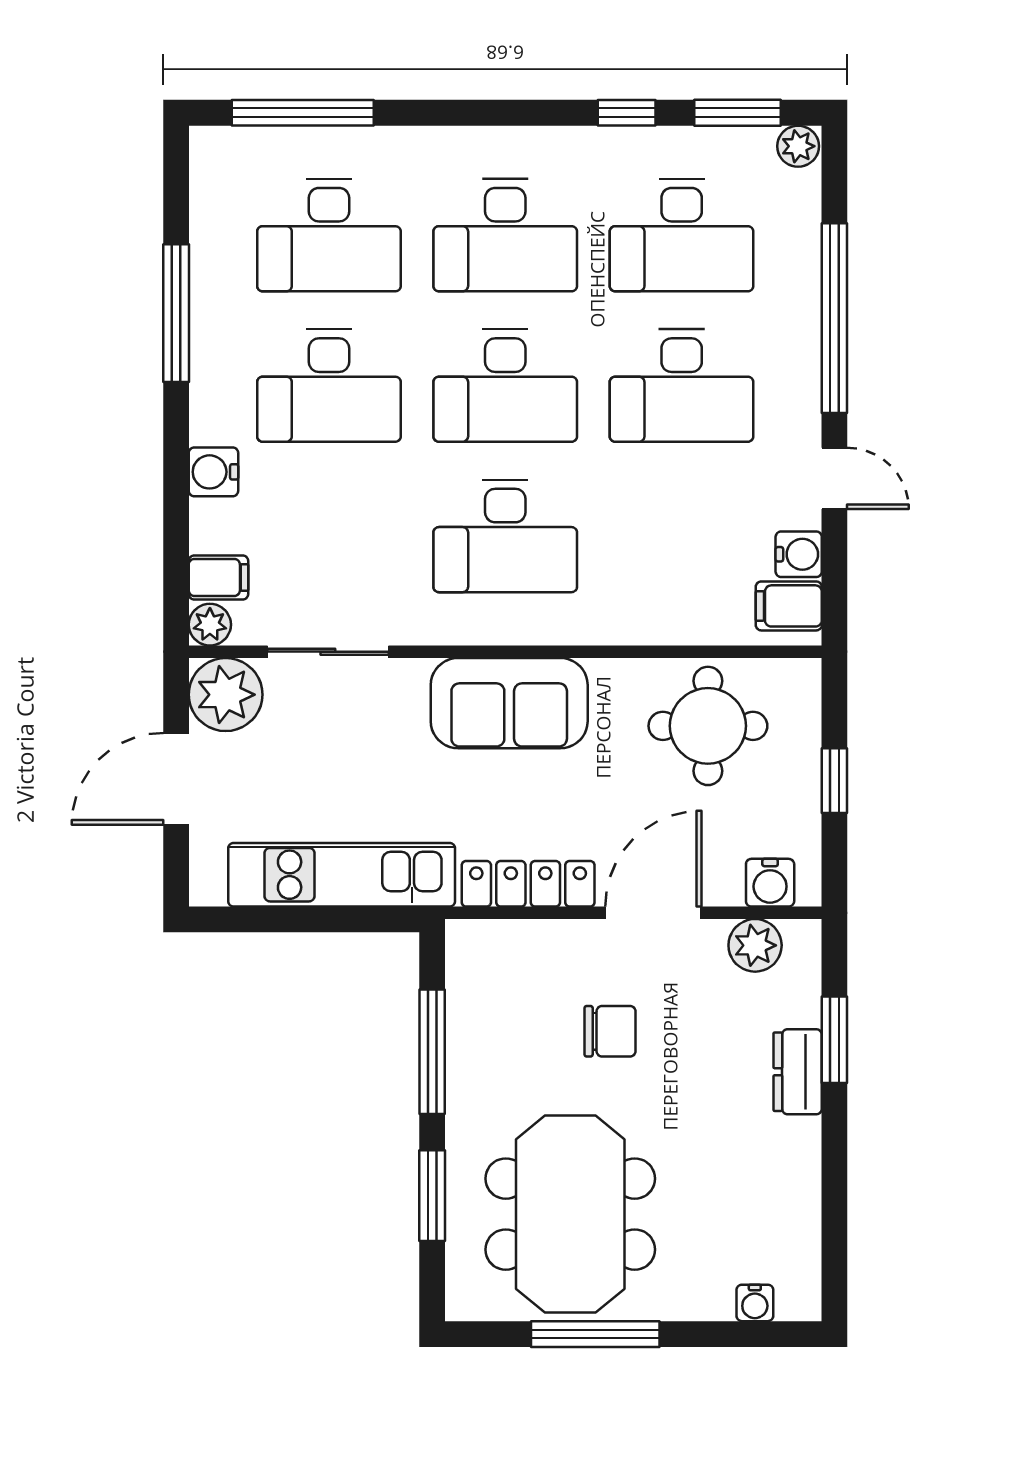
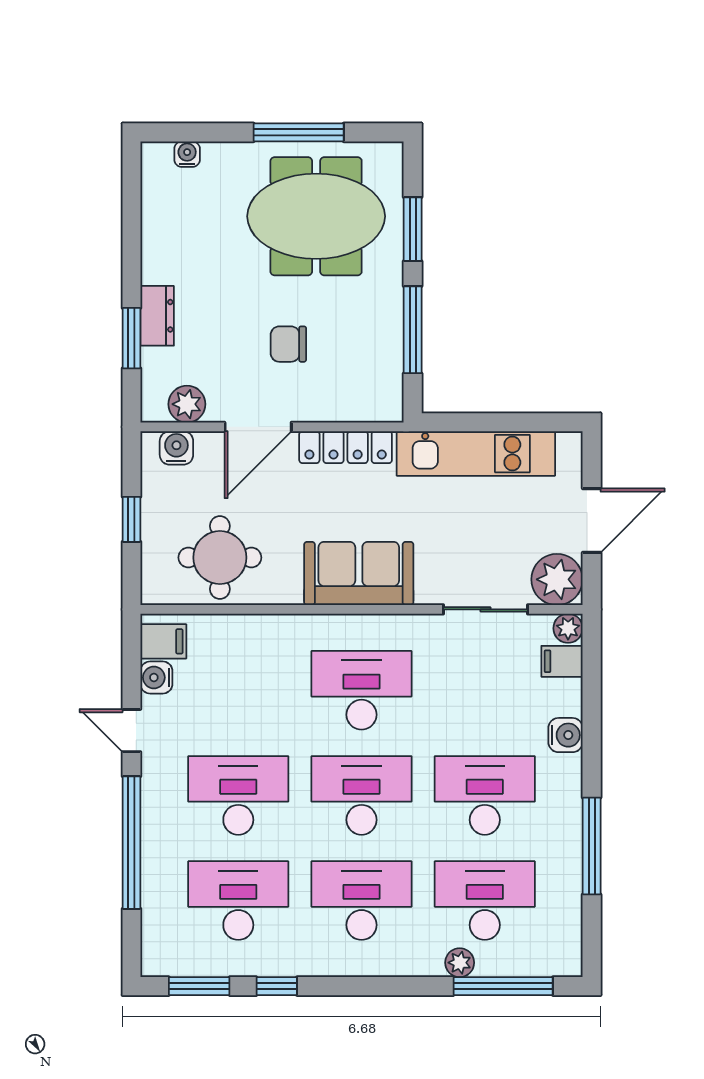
plant: (798, 146) -> (460, 963), moved
meeting table: (570, 1214) -> (316, 216), turned 90

